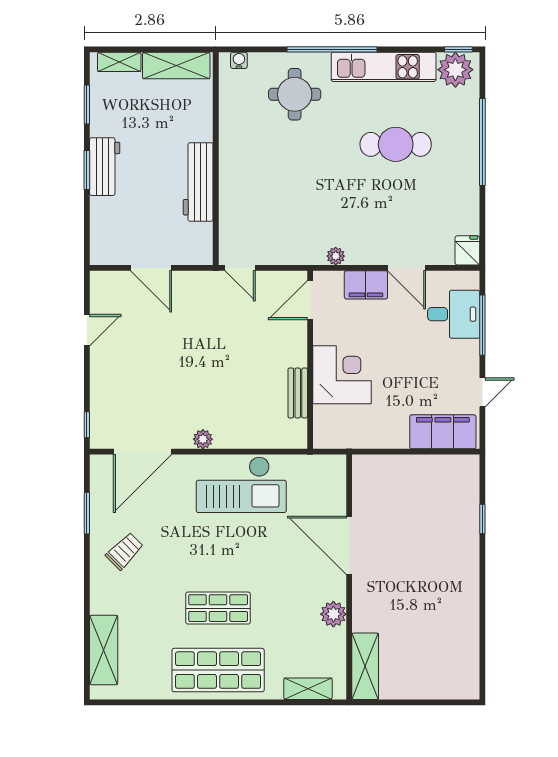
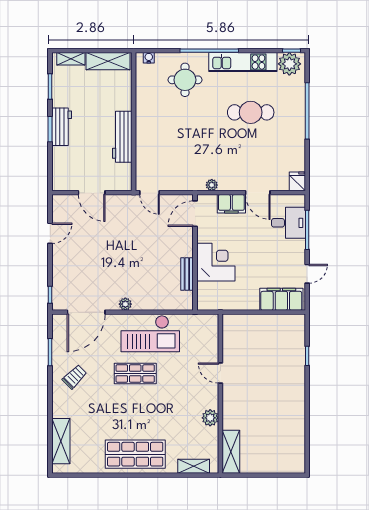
door: (349, 545) -> (220, 373), width x0.53
shop shelf: (218, 608) -> (135, 373), moved

